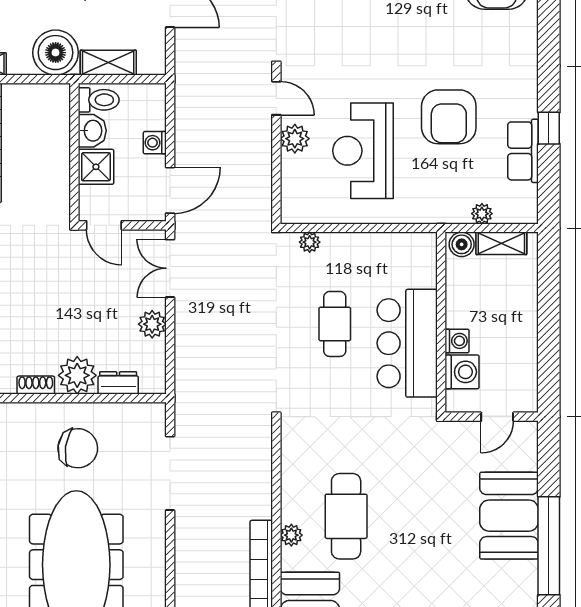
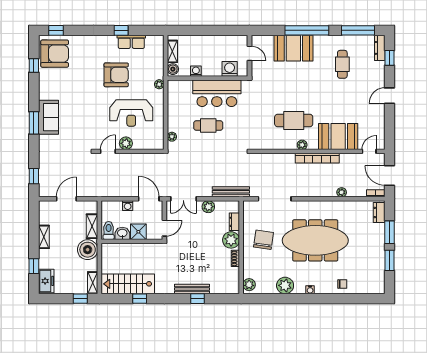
plant: (482, 214) -> (159, 84), moved
washing machine: (457, 341) -> (196, 71), moved
bench: (186, 375) -> (231, 192), added

